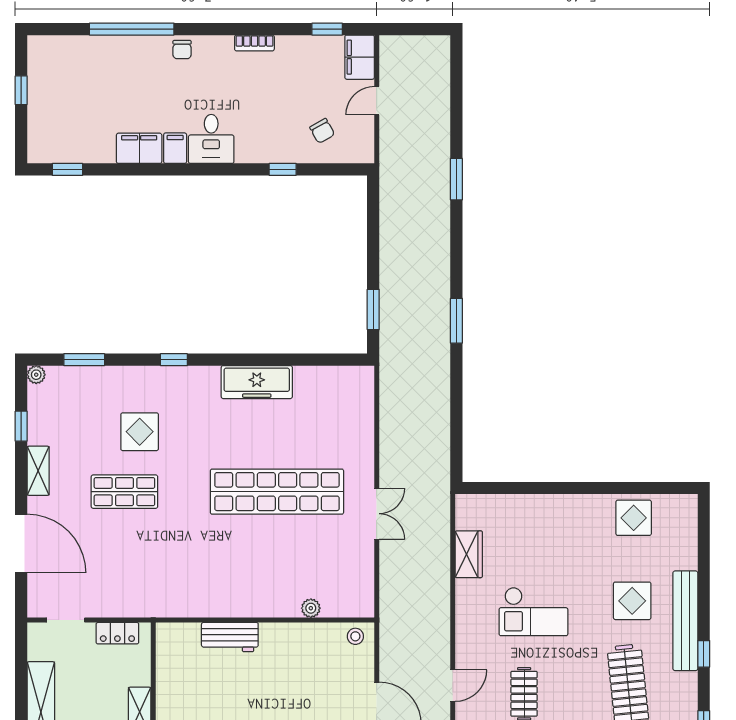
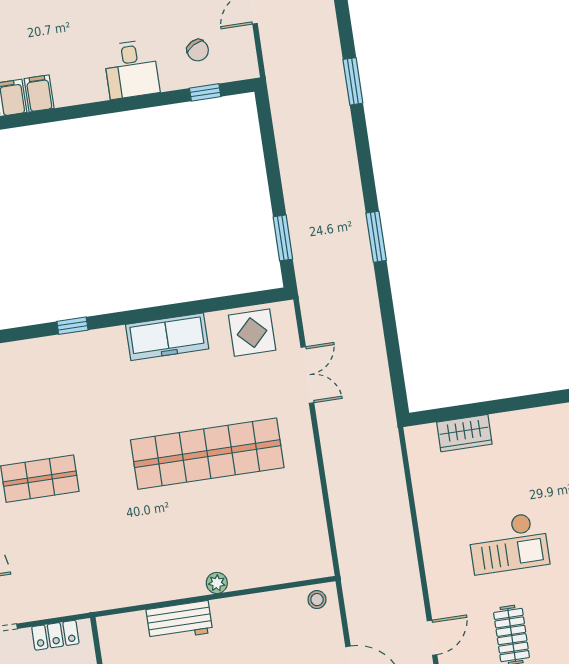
desk: (211, 139) -> (131, 69), moved
window: (283, 169) -> (205, 92), moved
display table: (140, 432) -> (252, 333), moved
double door: (377, 514) -> (307, 375), moved
wardrobe: (469, 554) -> (464, 433), moved, turned 90
plant: (311, 608) -> (217, 583), moved

